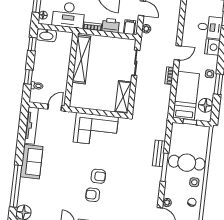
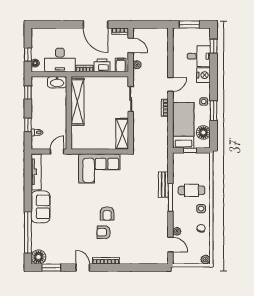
washbasin: (46, 35) -> (57, 82), moved
cafe table: (187, 163) -> (192, 190), width x0.73, depth x0.74
armchair: (98, 176) -> (107, 213), turned 90

